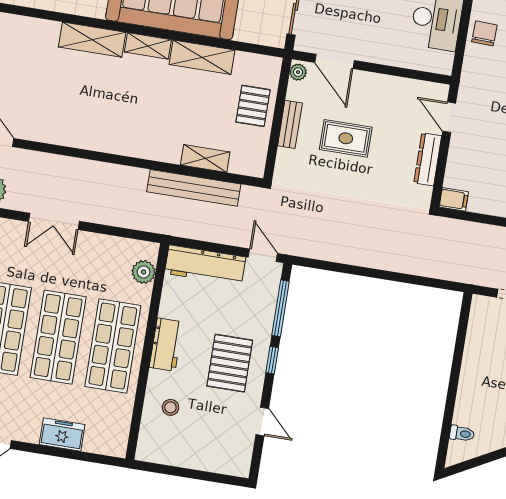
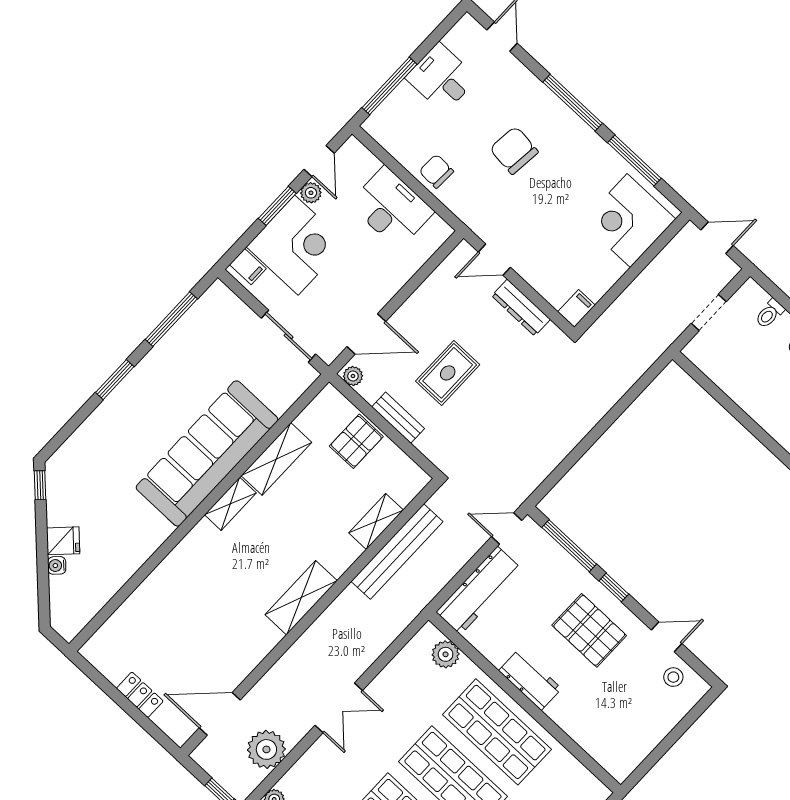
shelving: (92, 40) -> (301, 598), moved
pallet: (253, 106) -> (356, 441), turned 90
stool: (170, 407) -> (673, 677), moved

